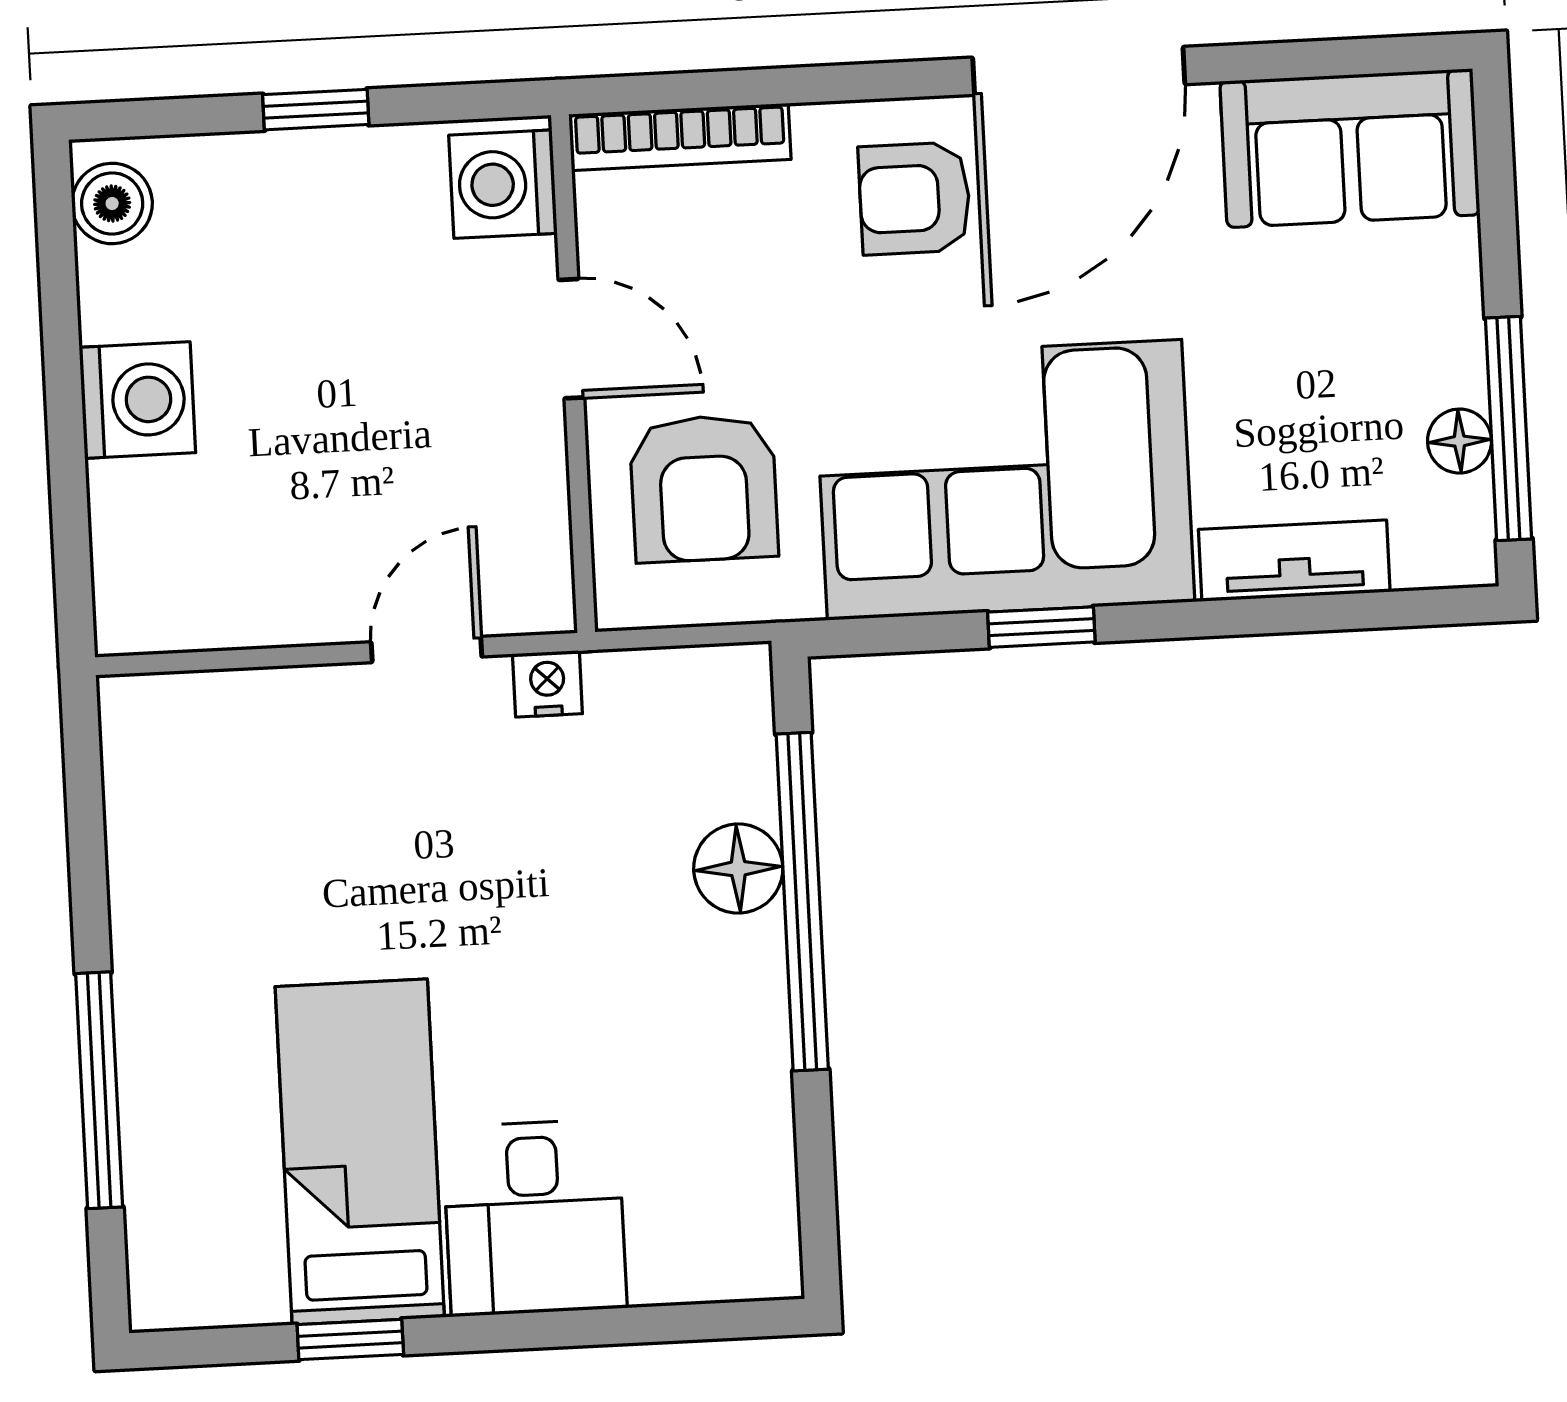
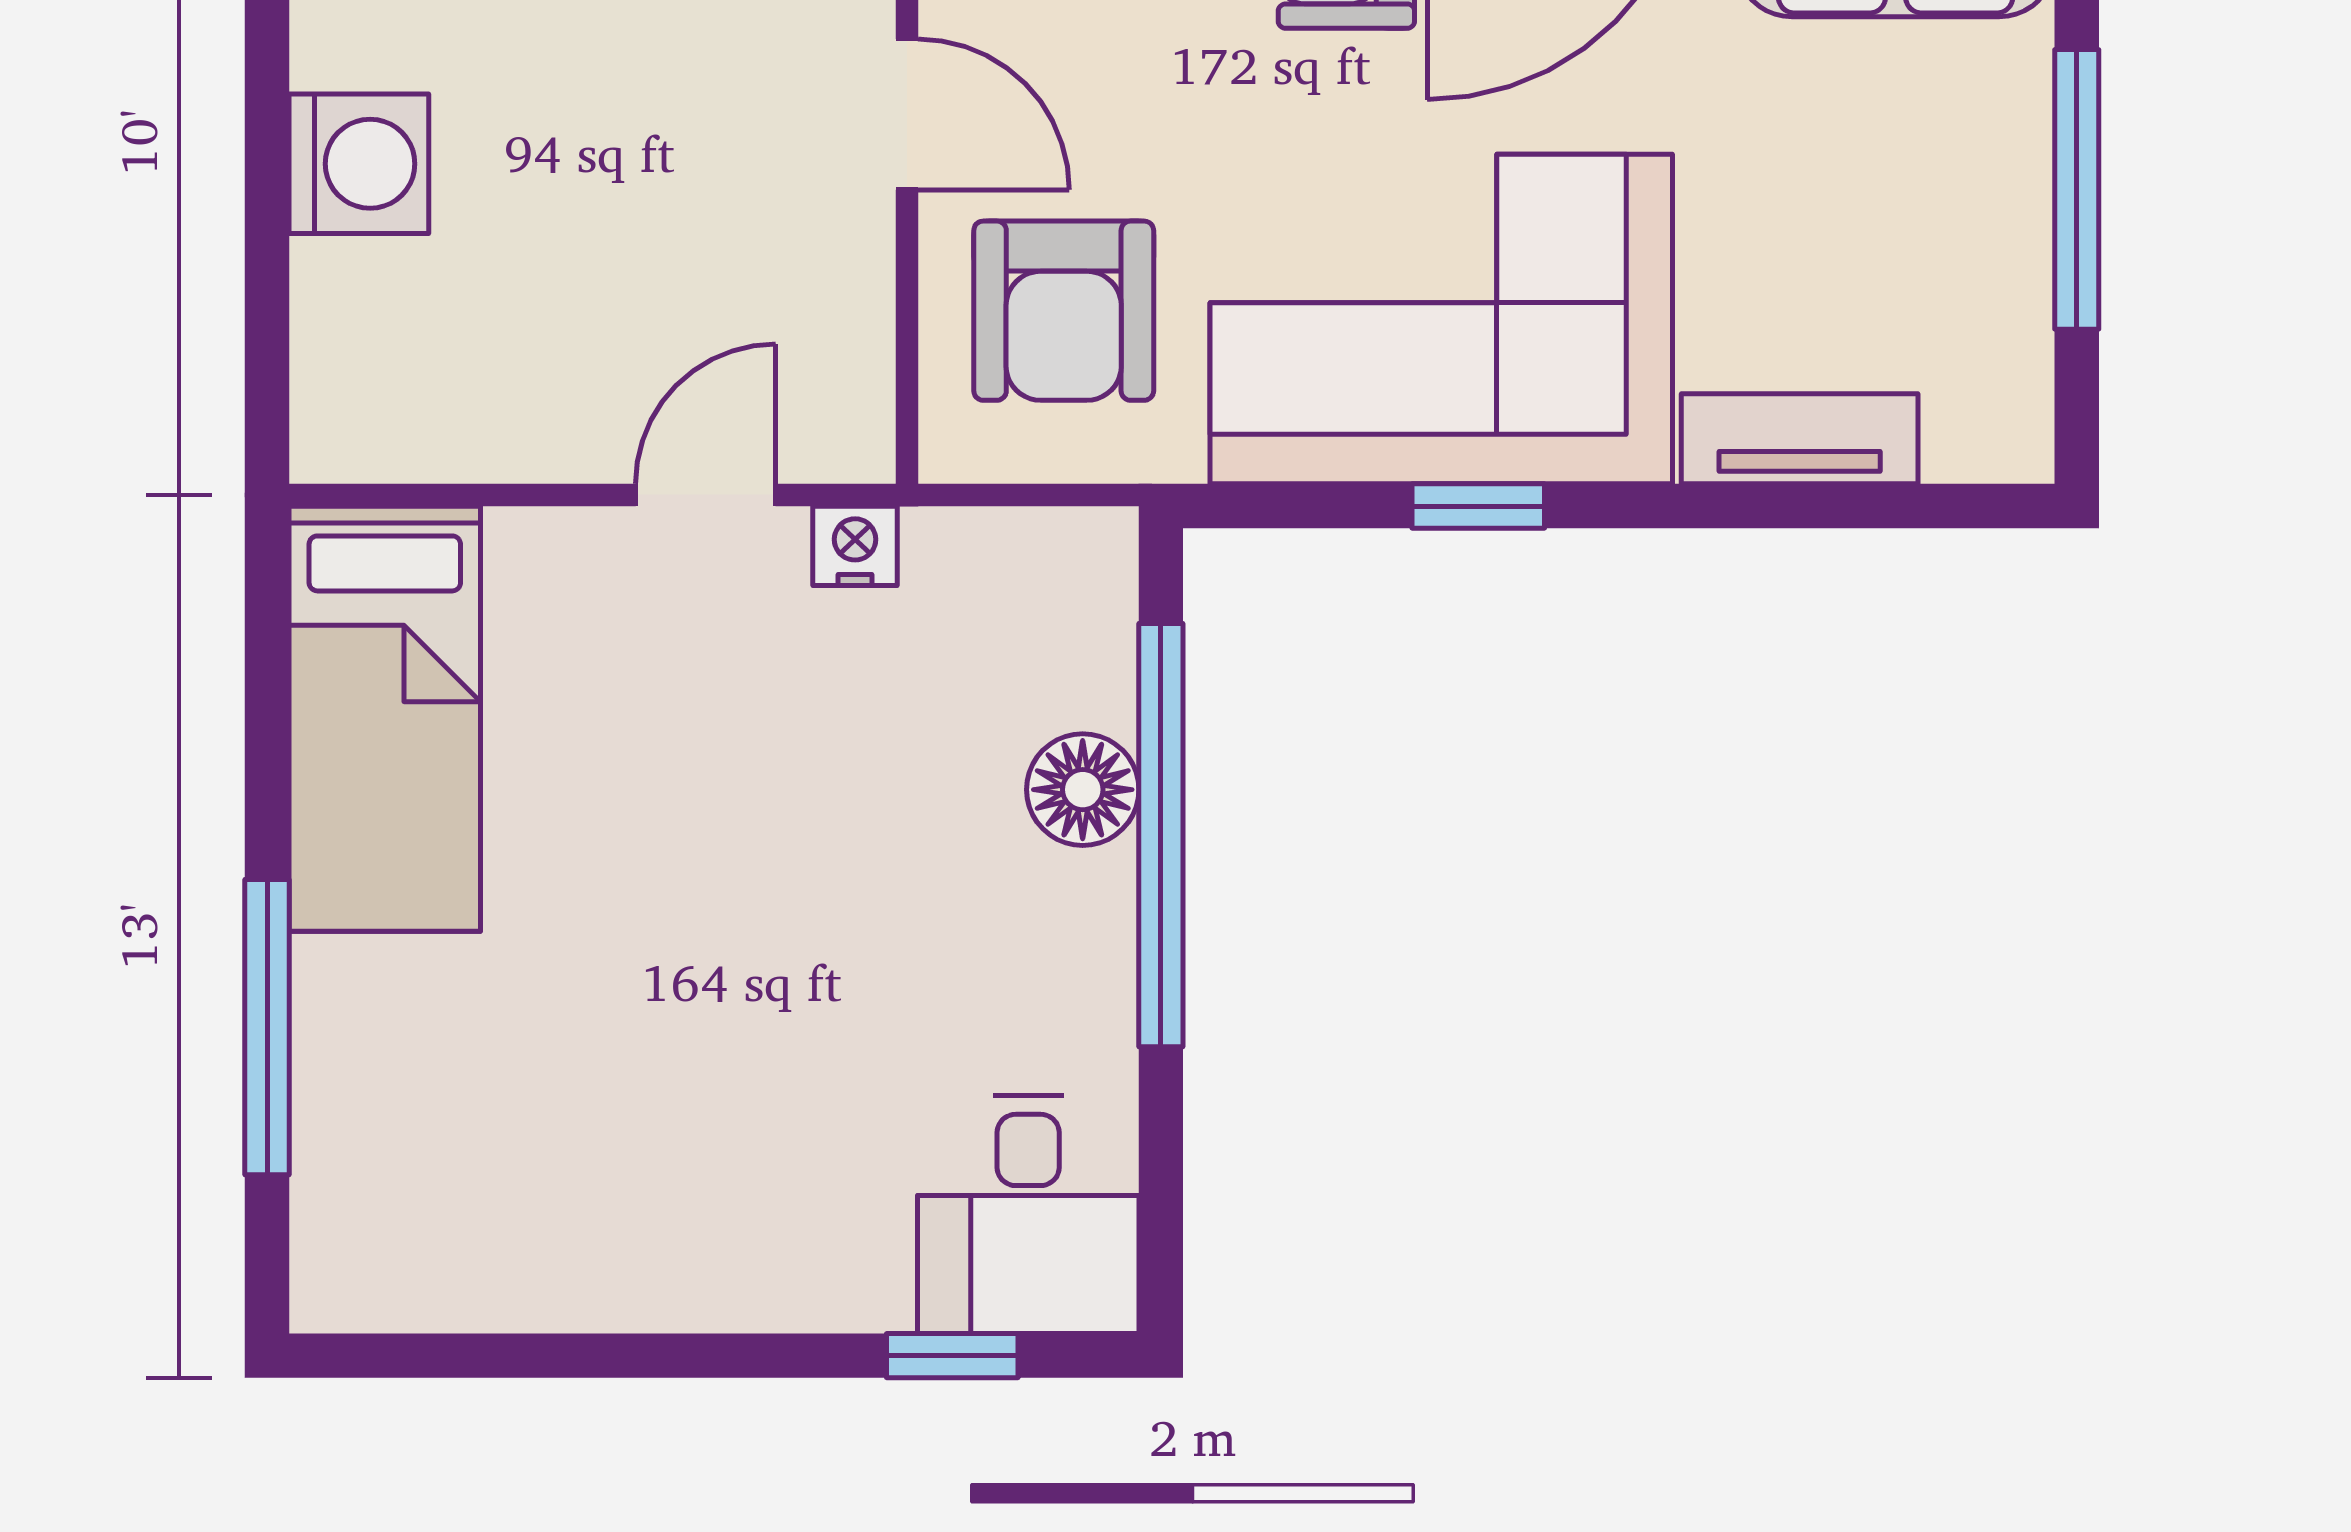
window: (1508, 428) -> (2077, 189), moved
floor lamp: (1459, 441) -> (2014, 299), removed
bed: (360, 1152) -> (385, 719), moved, turned 180
desk: (535, 1218) -> (1028, 1214), moved
window: (350, 1340) -> (952, 1356), moved

